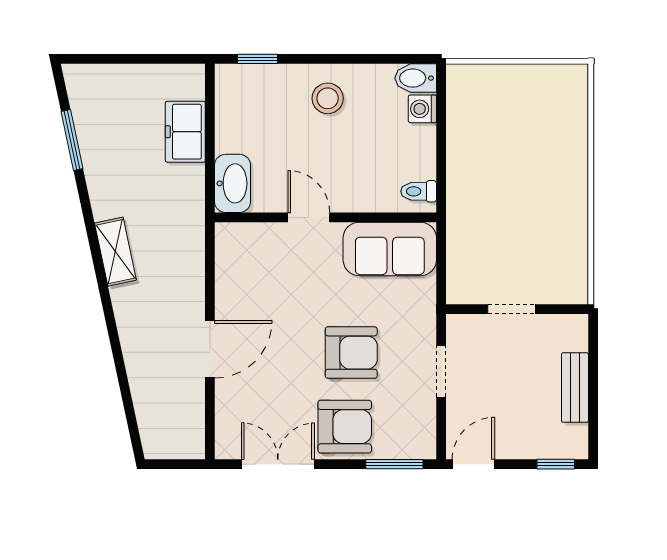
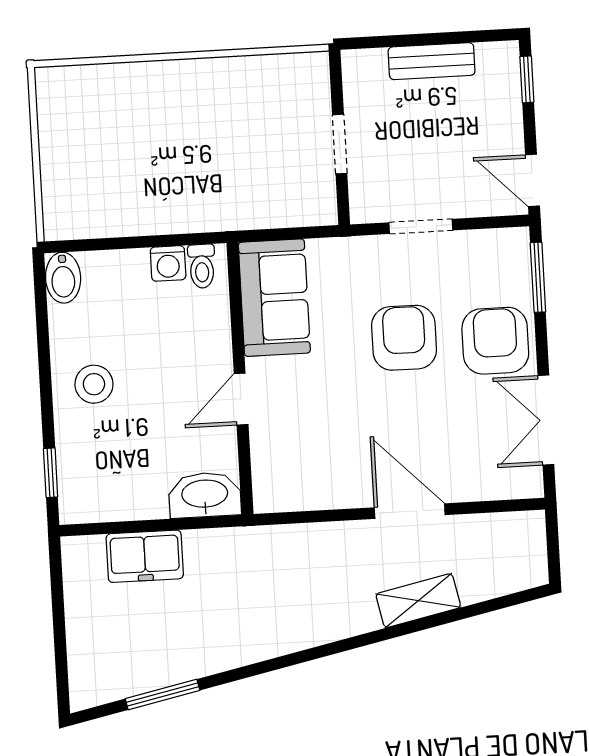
washing machine: (422, 109) -> (168, 263), moved
shelving: (115, 252) -> (418, 601), moved

